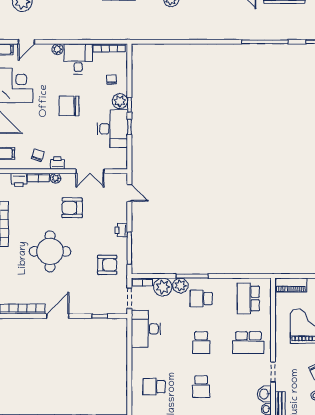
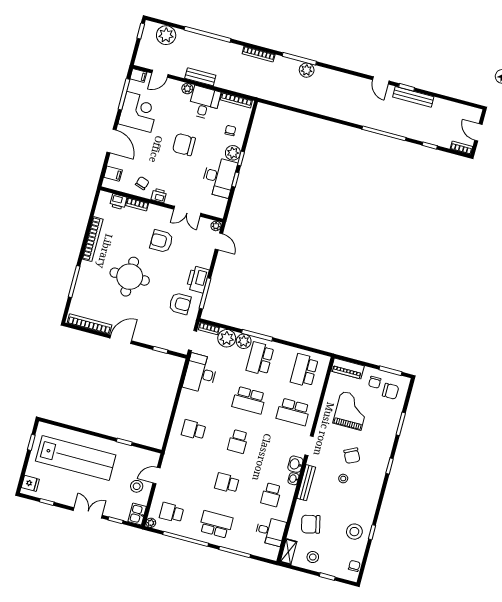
bench: (67, 34) -> (200, 77), added
plant: (55, 178) -> (216, 226), moved
printer: (121, 230) -> (198, 279), width x1.87, depth x1.48
school desk: (201, 298) -> (260, 359), width x1.85
school desk: (201, 343) -> (249, 400), width x1.85

